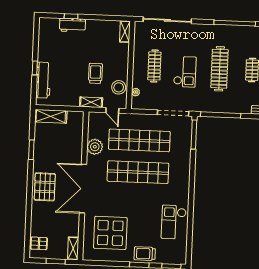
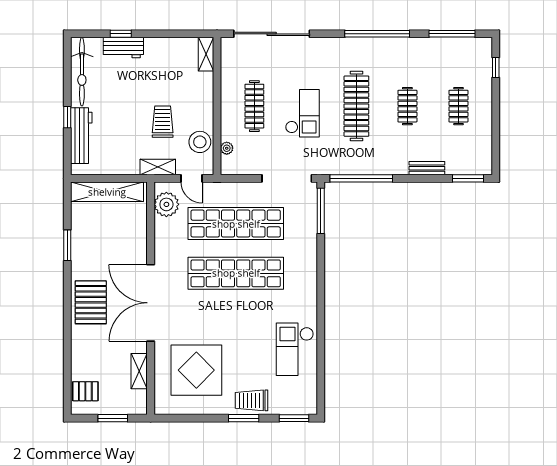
bicycle: (45, 39) -> (82, 72), added
shelving: (51, 116) -> (107, 192), width x1.47
plant: (95, 147) -> (166, 204), moved
shelving: (73, 248) -> (139, 371), moved

